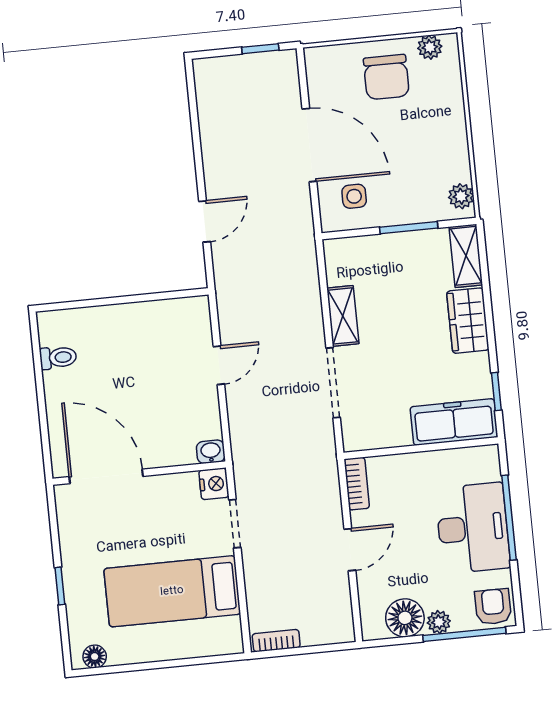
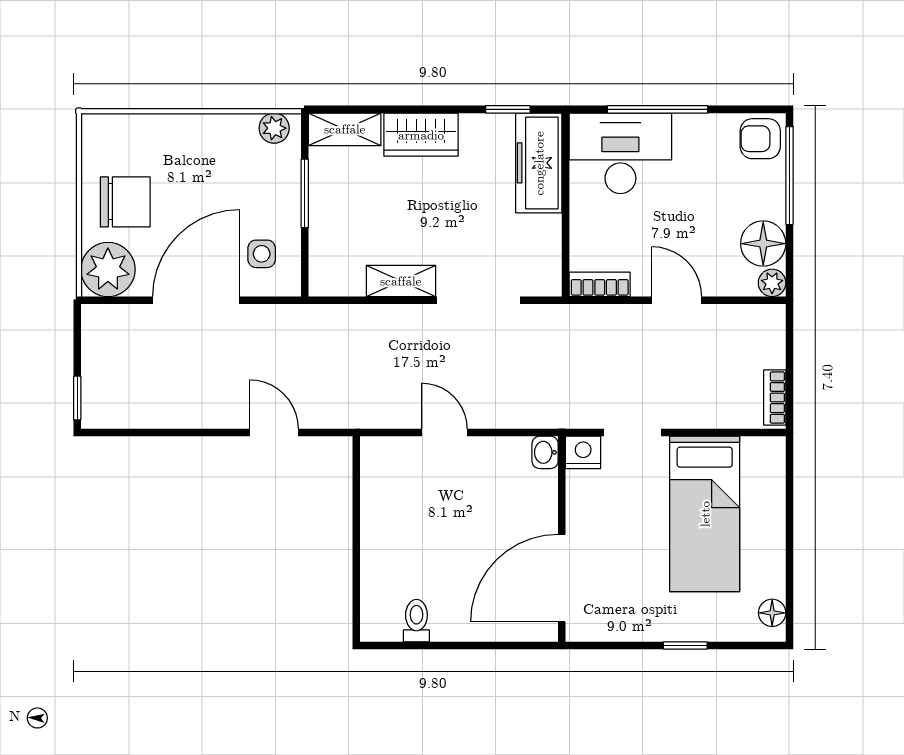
plant: (430, 47) -> (108, 270), moved, width x1.88, depth x1.88
window: (260, 49) -> (77, 398), moved
desk: (473, 528) -> (620, 153), moved
plant: (439, 622) -> (772, 283), moved

